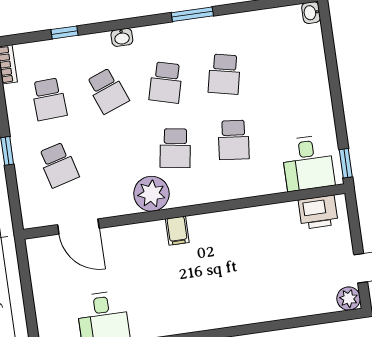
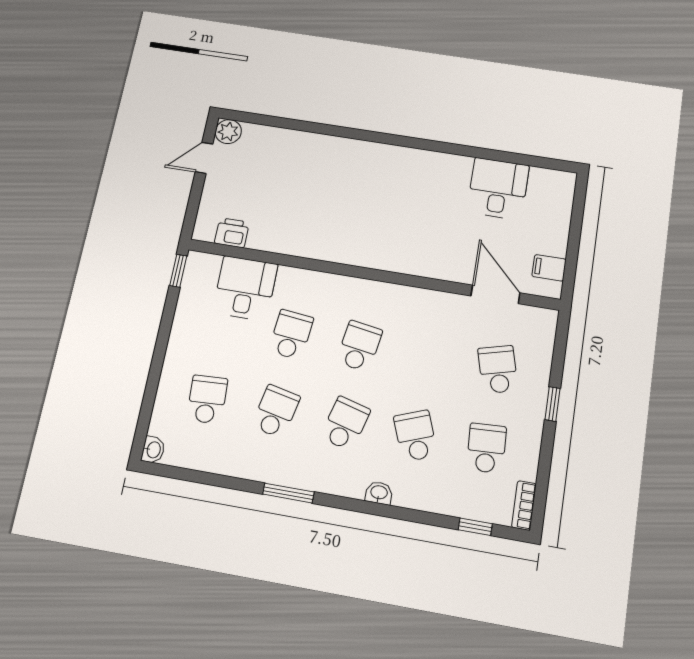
window: (64, 32) -> (475, 527), moved
school desk: (283, 66) -> (207, 399), added
desk: (308, 163) -> (245, 288), moved
plant: (151, 194) -> (402, 305), removed
printer: (318, 212) -> (232, 233), width x0.73, depth x0.81
filing cabinet: (177, 231) -> (549, 268), moved, turned -90

